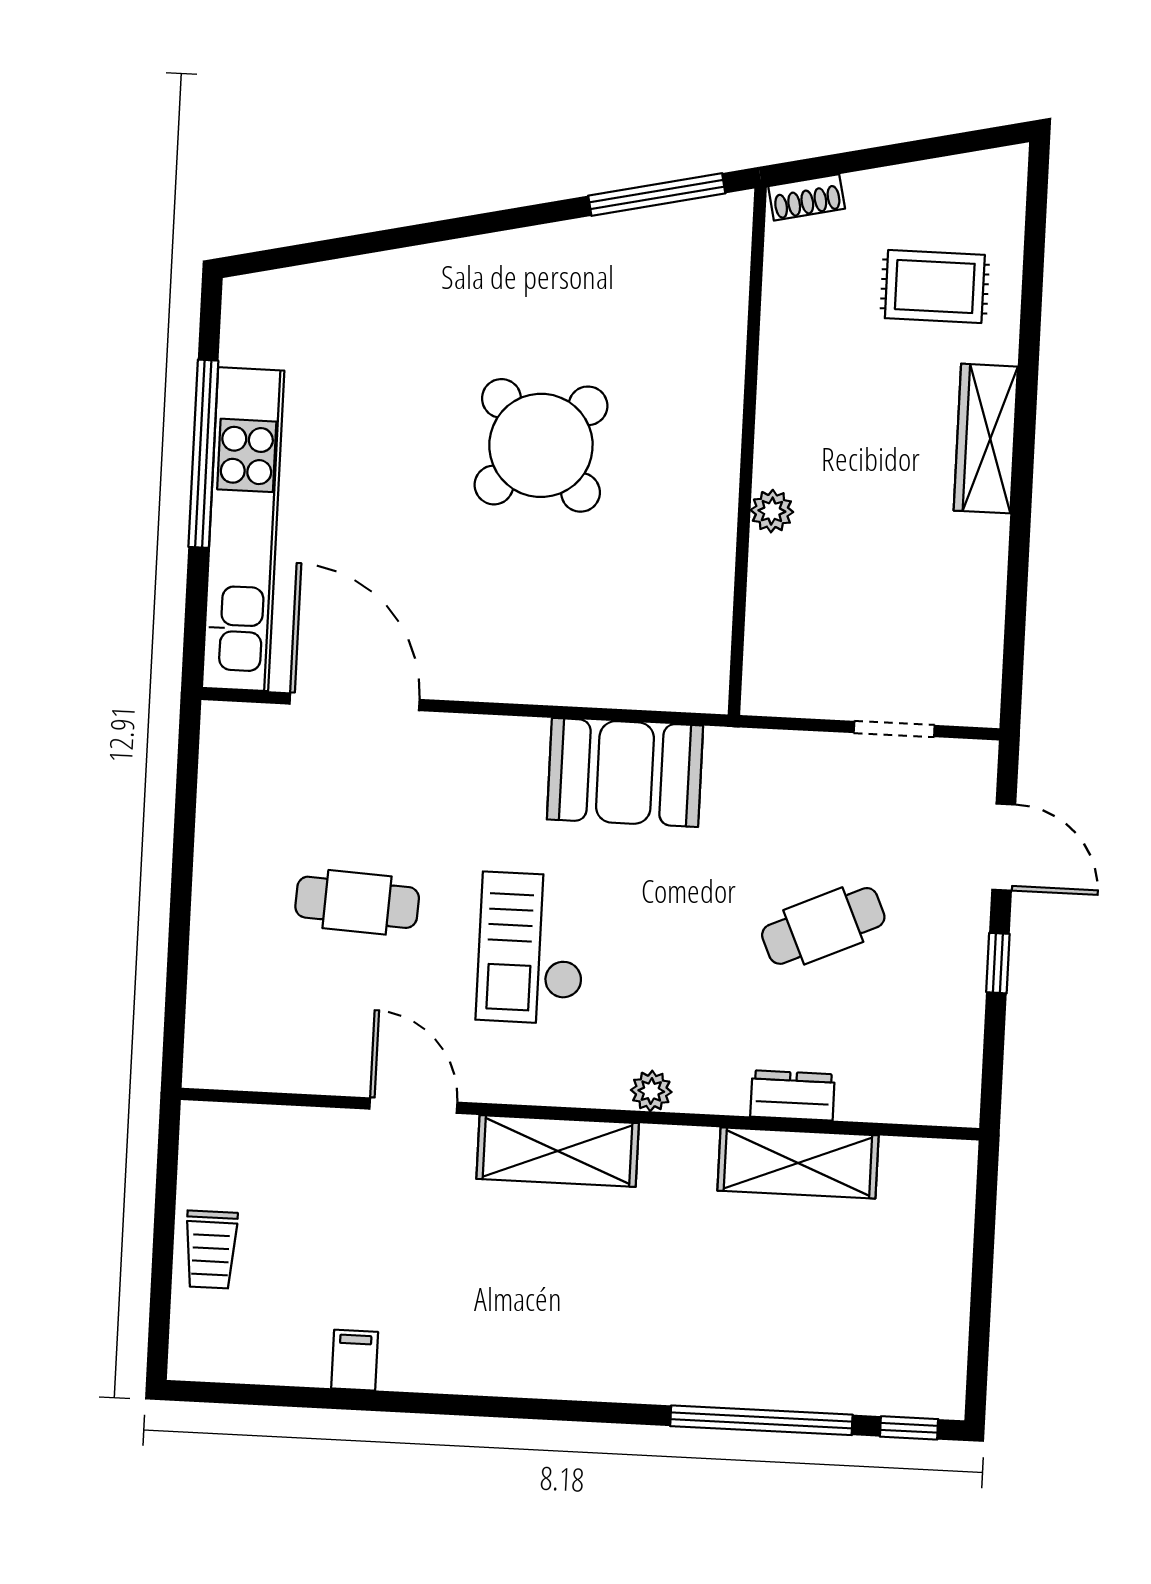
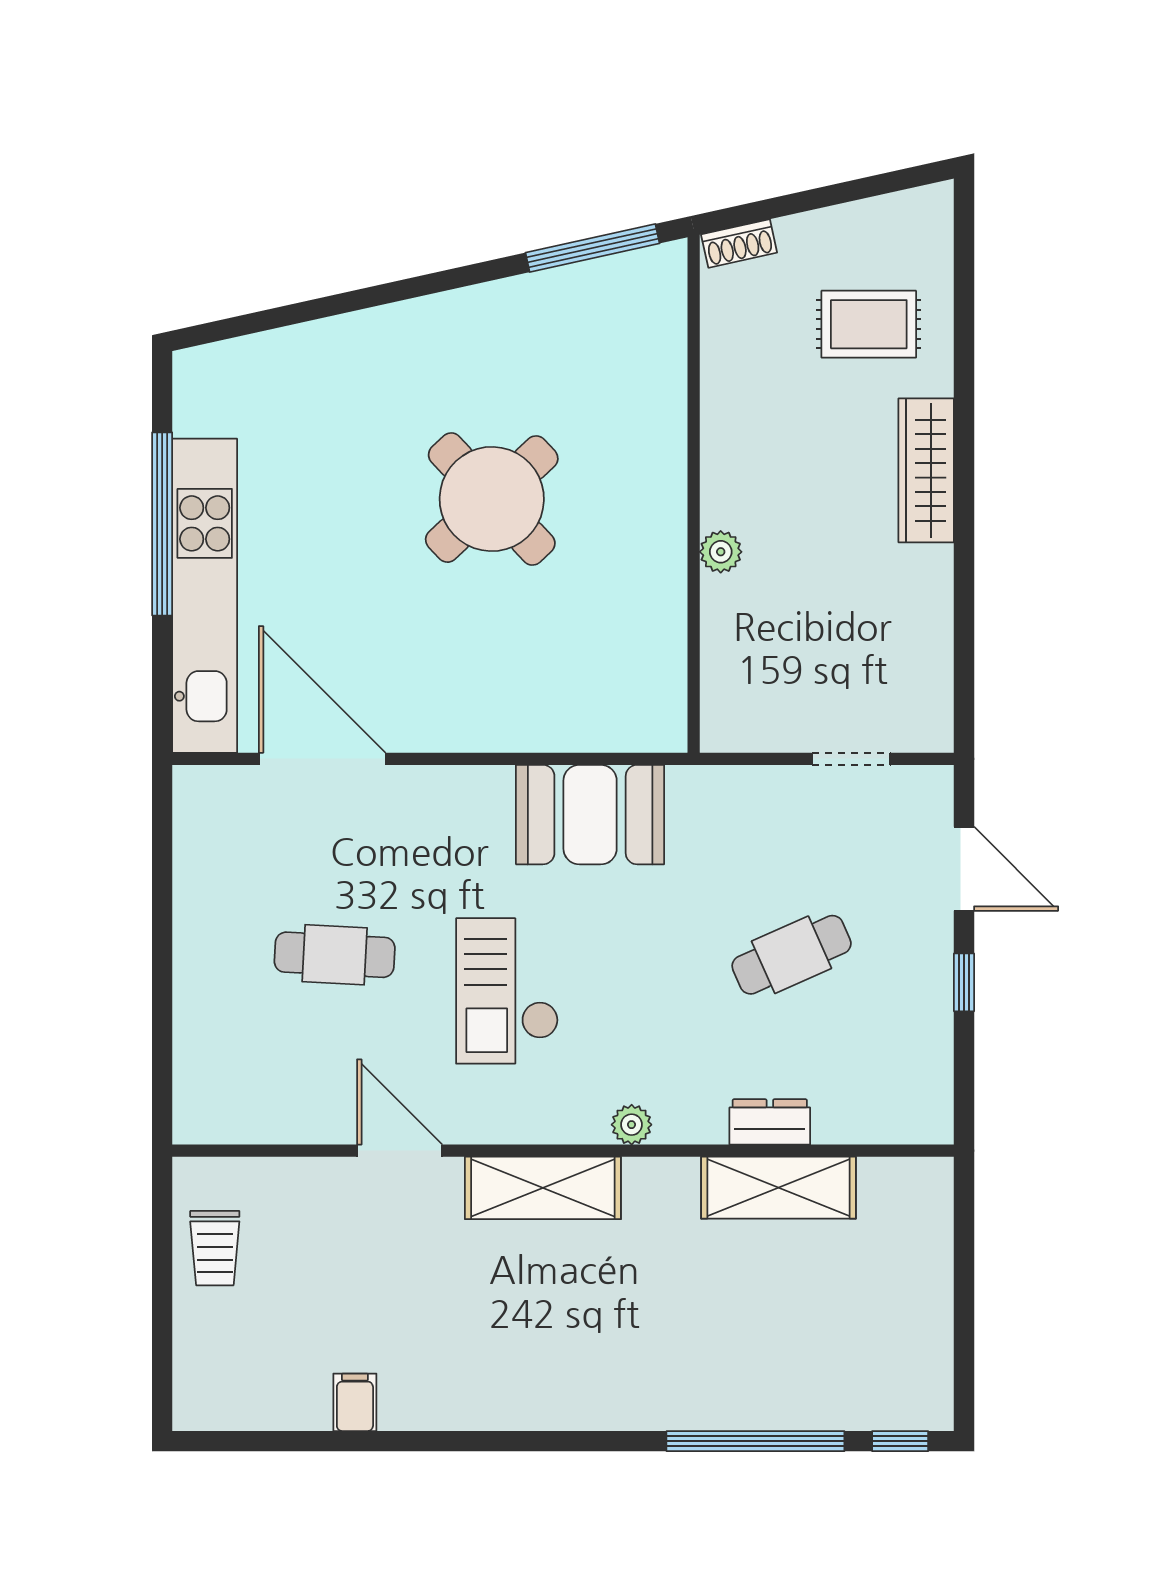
trolley: (211, 1250) -> (215, 1248), moved

